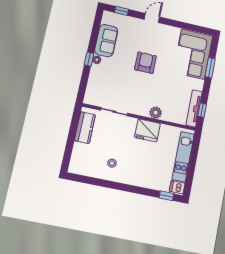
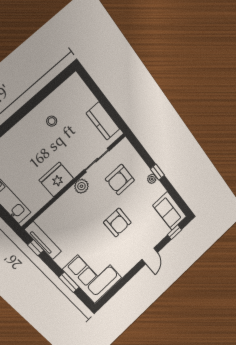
sofa: (106, 41) -> (170, 211), moved
armchair: (115, 84) -> (120, 180), added
plant: (156, 113) -> (81, 186), moved

